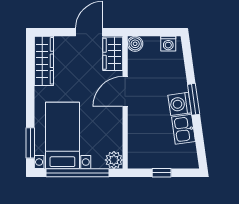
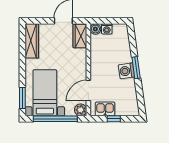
washing machine: (168, 44) -> (107, 29), moved
door: (125, 91) -> (88, 91), moved
kitchen sink: (183, 129) -> (105, 109), moved, turned 98

